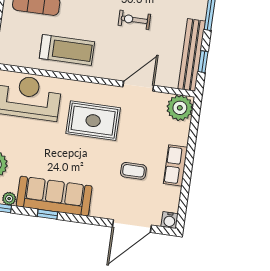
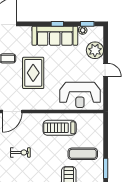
rug: (93, 121) -> (33, 73), moved, turned 90

